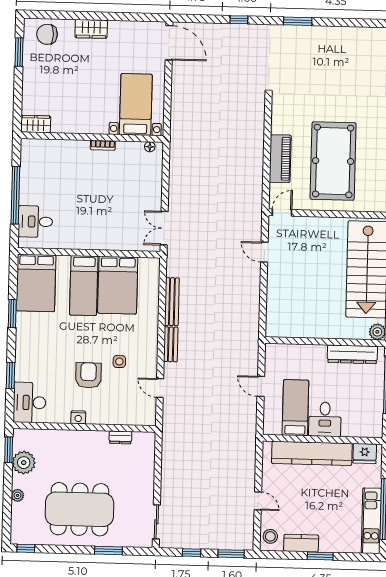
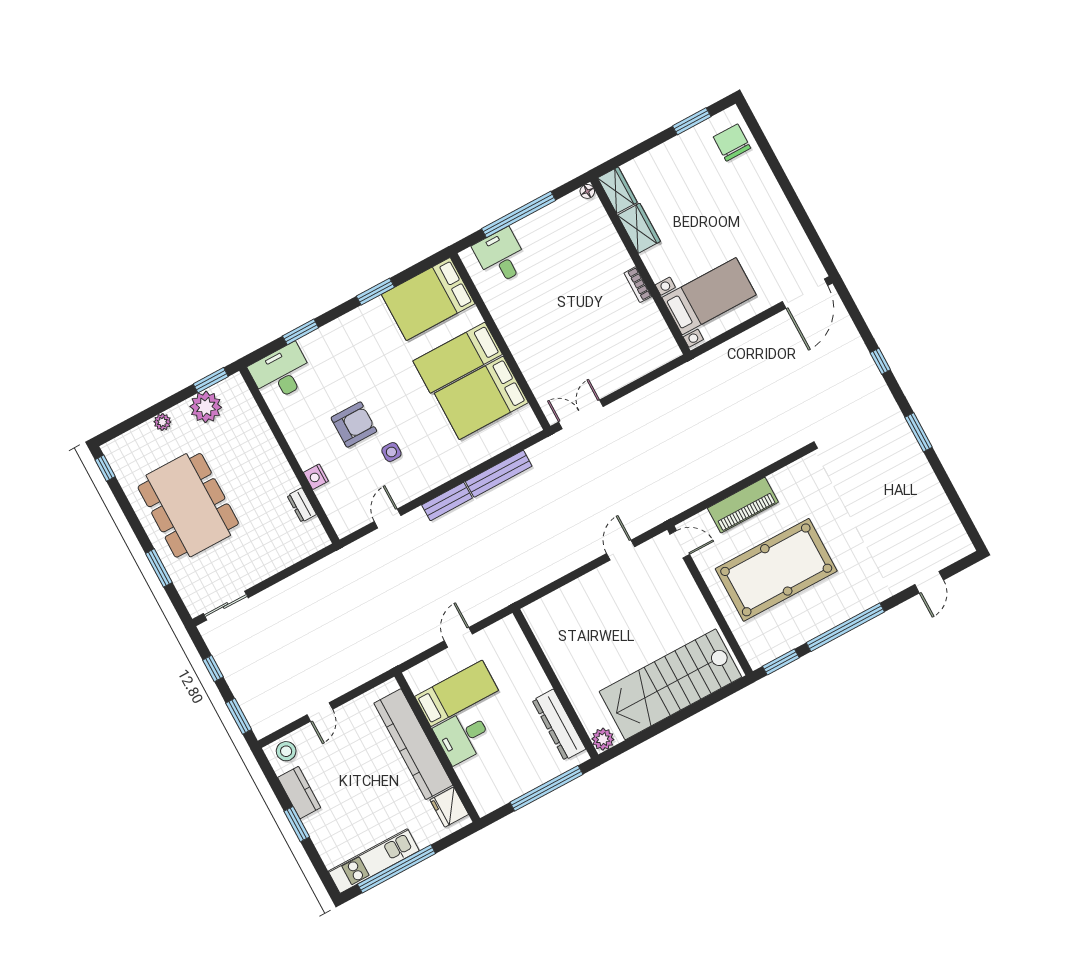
wardrobe: (91, 29) -> (639, 228), moved, turned 180
floor lamp: (150, 147) -> (587, 191), moved
nightstand: (78, 417) -> (316, 477), moved

